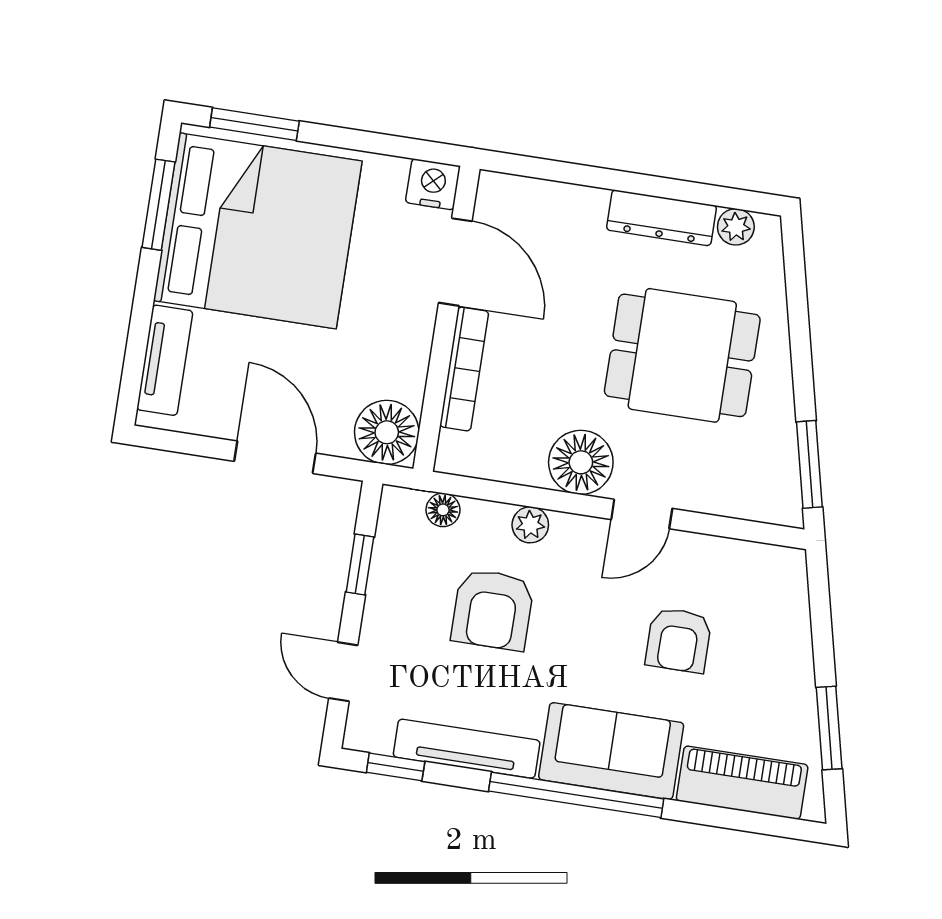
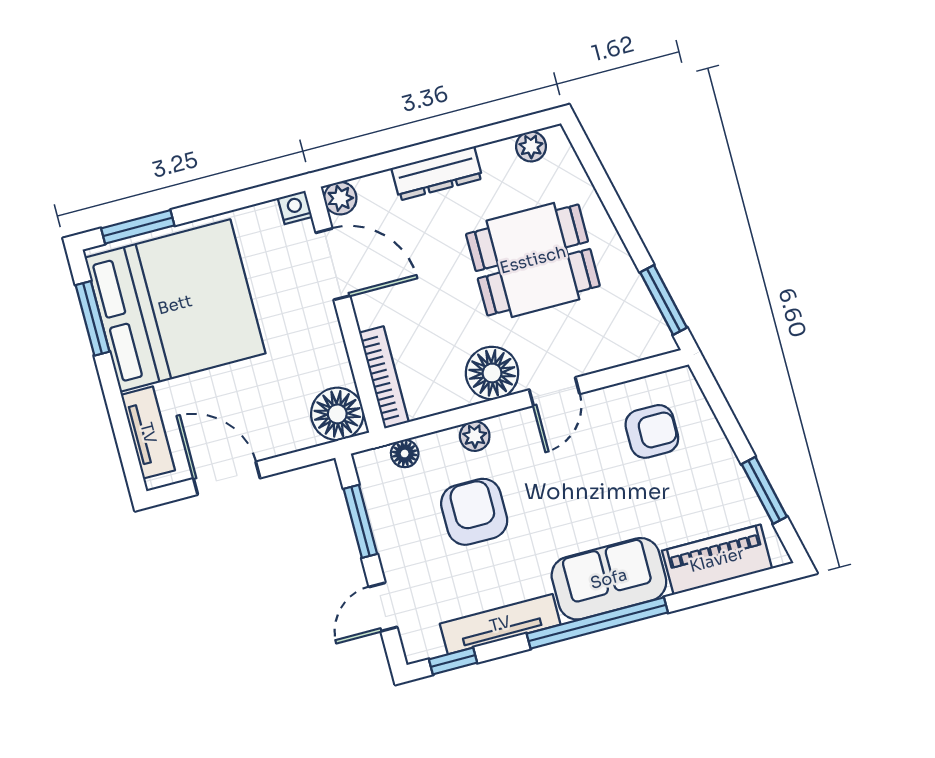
nightstand: (433, 184) -> (295, 207), width x0.72, depth x0.74
plant: (496, 191) -> (340, 198), added
dresser: (661, 218) -> (437, 173), moved
bookcase: (464, 369) -> (384, 377), moved
door: (275, 457) -> (227, 478), moved
window: (360, 565) -> (360, 521), width x1.50
armchair: (493, 610) -> (474, 512), turned 180
armchair: (679, 640) -> (652, 431), moved, turned -90
door: (343, 672) -> (383, 607), hinge flipped

